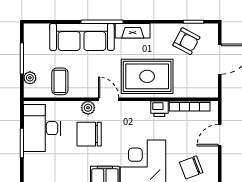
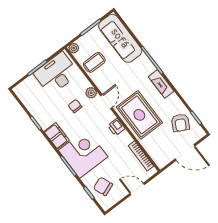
sofa: (82, 37) -> (120, 38), moved
plant: (30, 78) -> (74, 48), moved
printer: (159, 109) -> (116, 127), moved
chair: (89, 134) -> (75, 106), width x0.54, depth x0.54

